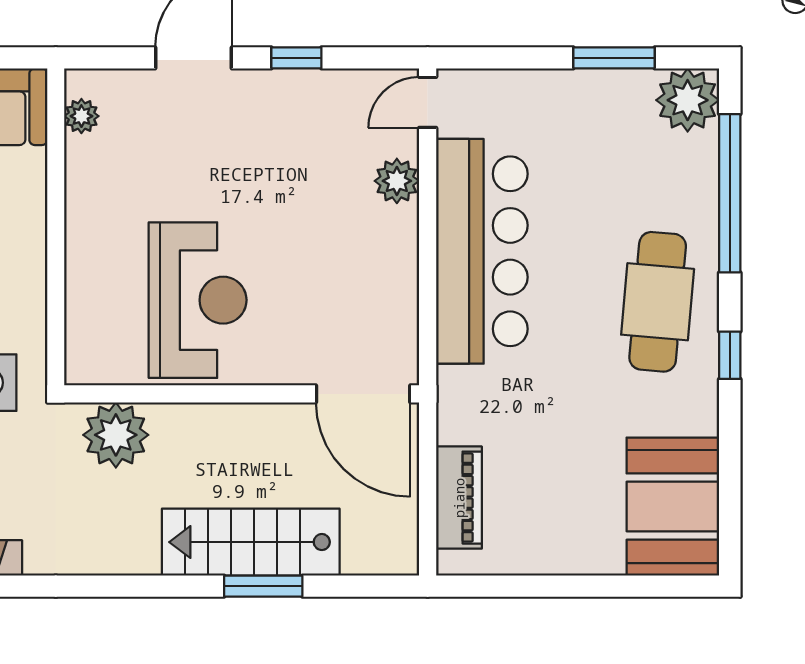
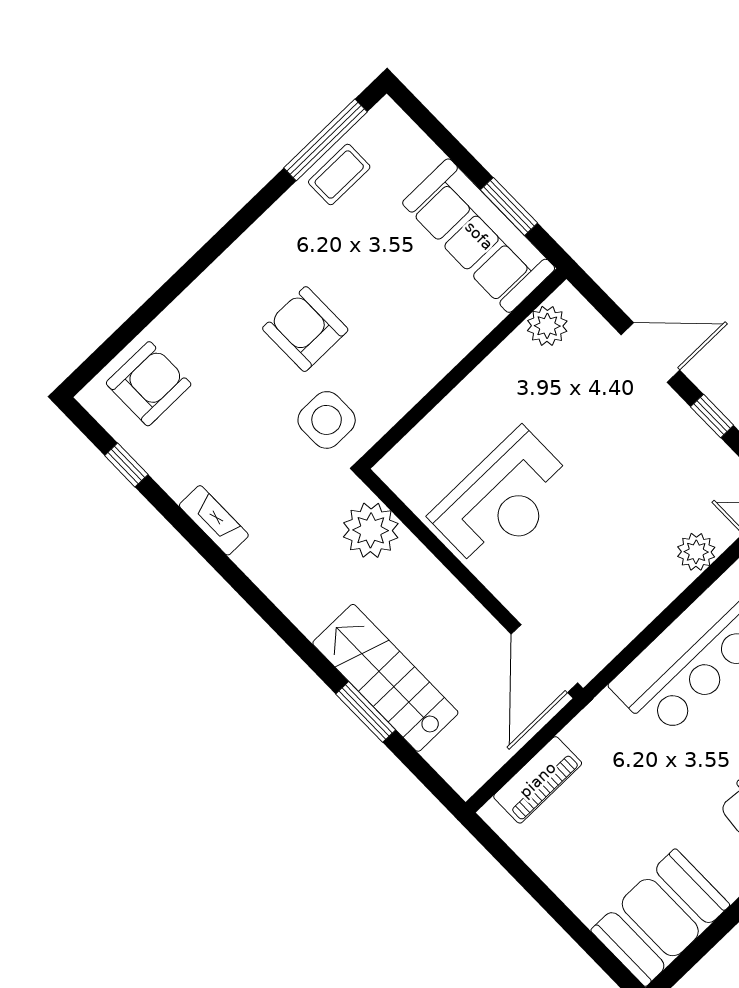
plant: (81, 116) -> (547, 326), width x1.38, depth x1.38

